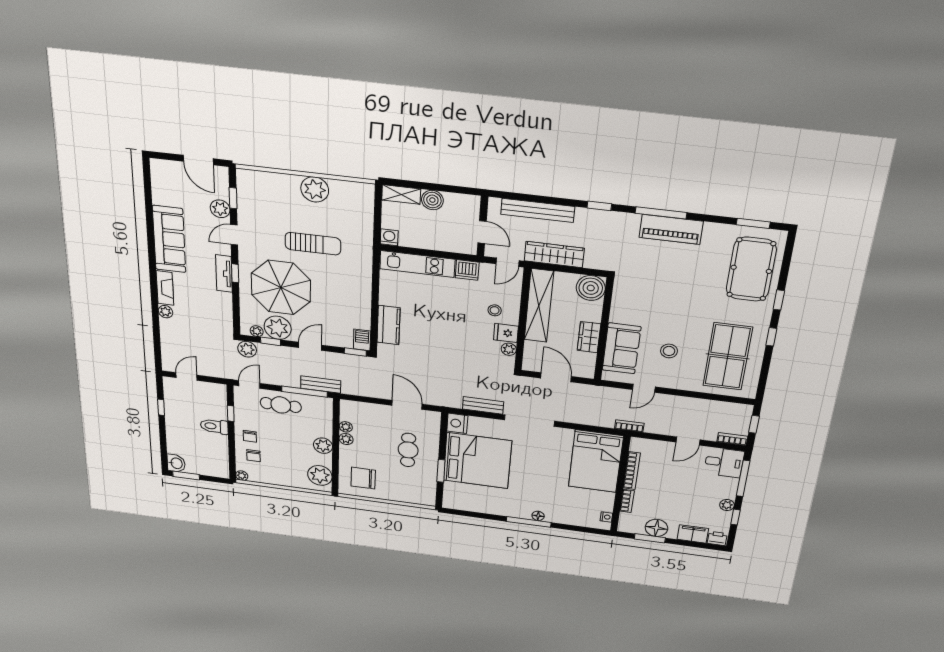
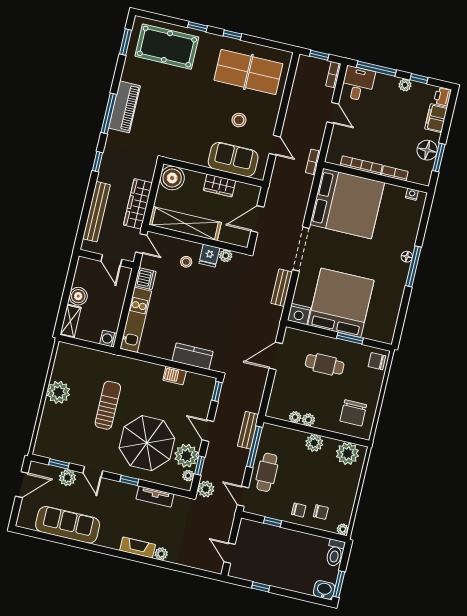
door: (482, 232) -> (111, 260), swing flipped
sofa: (169, 239) -> (68, 525), moved
tv unit: (224, 273) -> (155, 497), moved
barbecue: (362, 340) -> (175, 376), moved
toilet: (214, 426) -> (335, 553), moved
bed: (596, 461) -> (347, 204), width x1.36
chair: (422, 496) -> (377, 361), added

